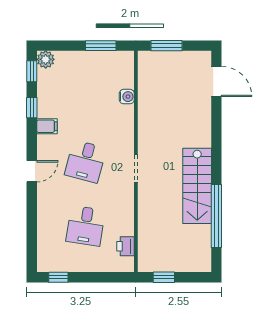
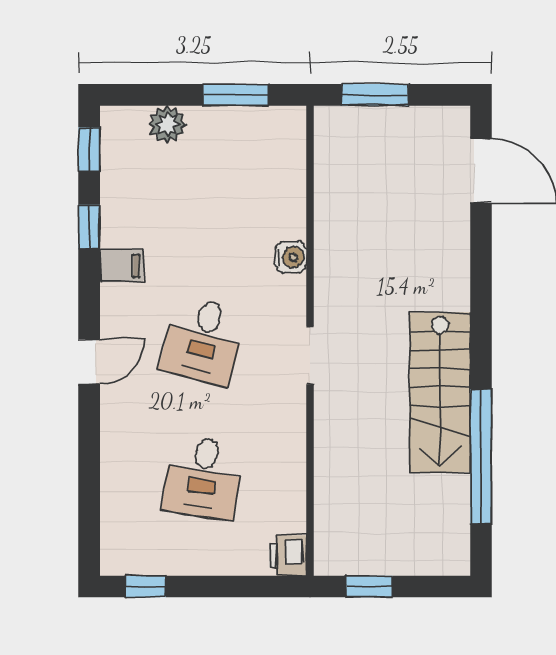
plant: (46, 59) -> (167, 124), moved
water cooler: (127, 97) -> (291, 257), moved
printer: (125, 246) -> (288, 556), moved

